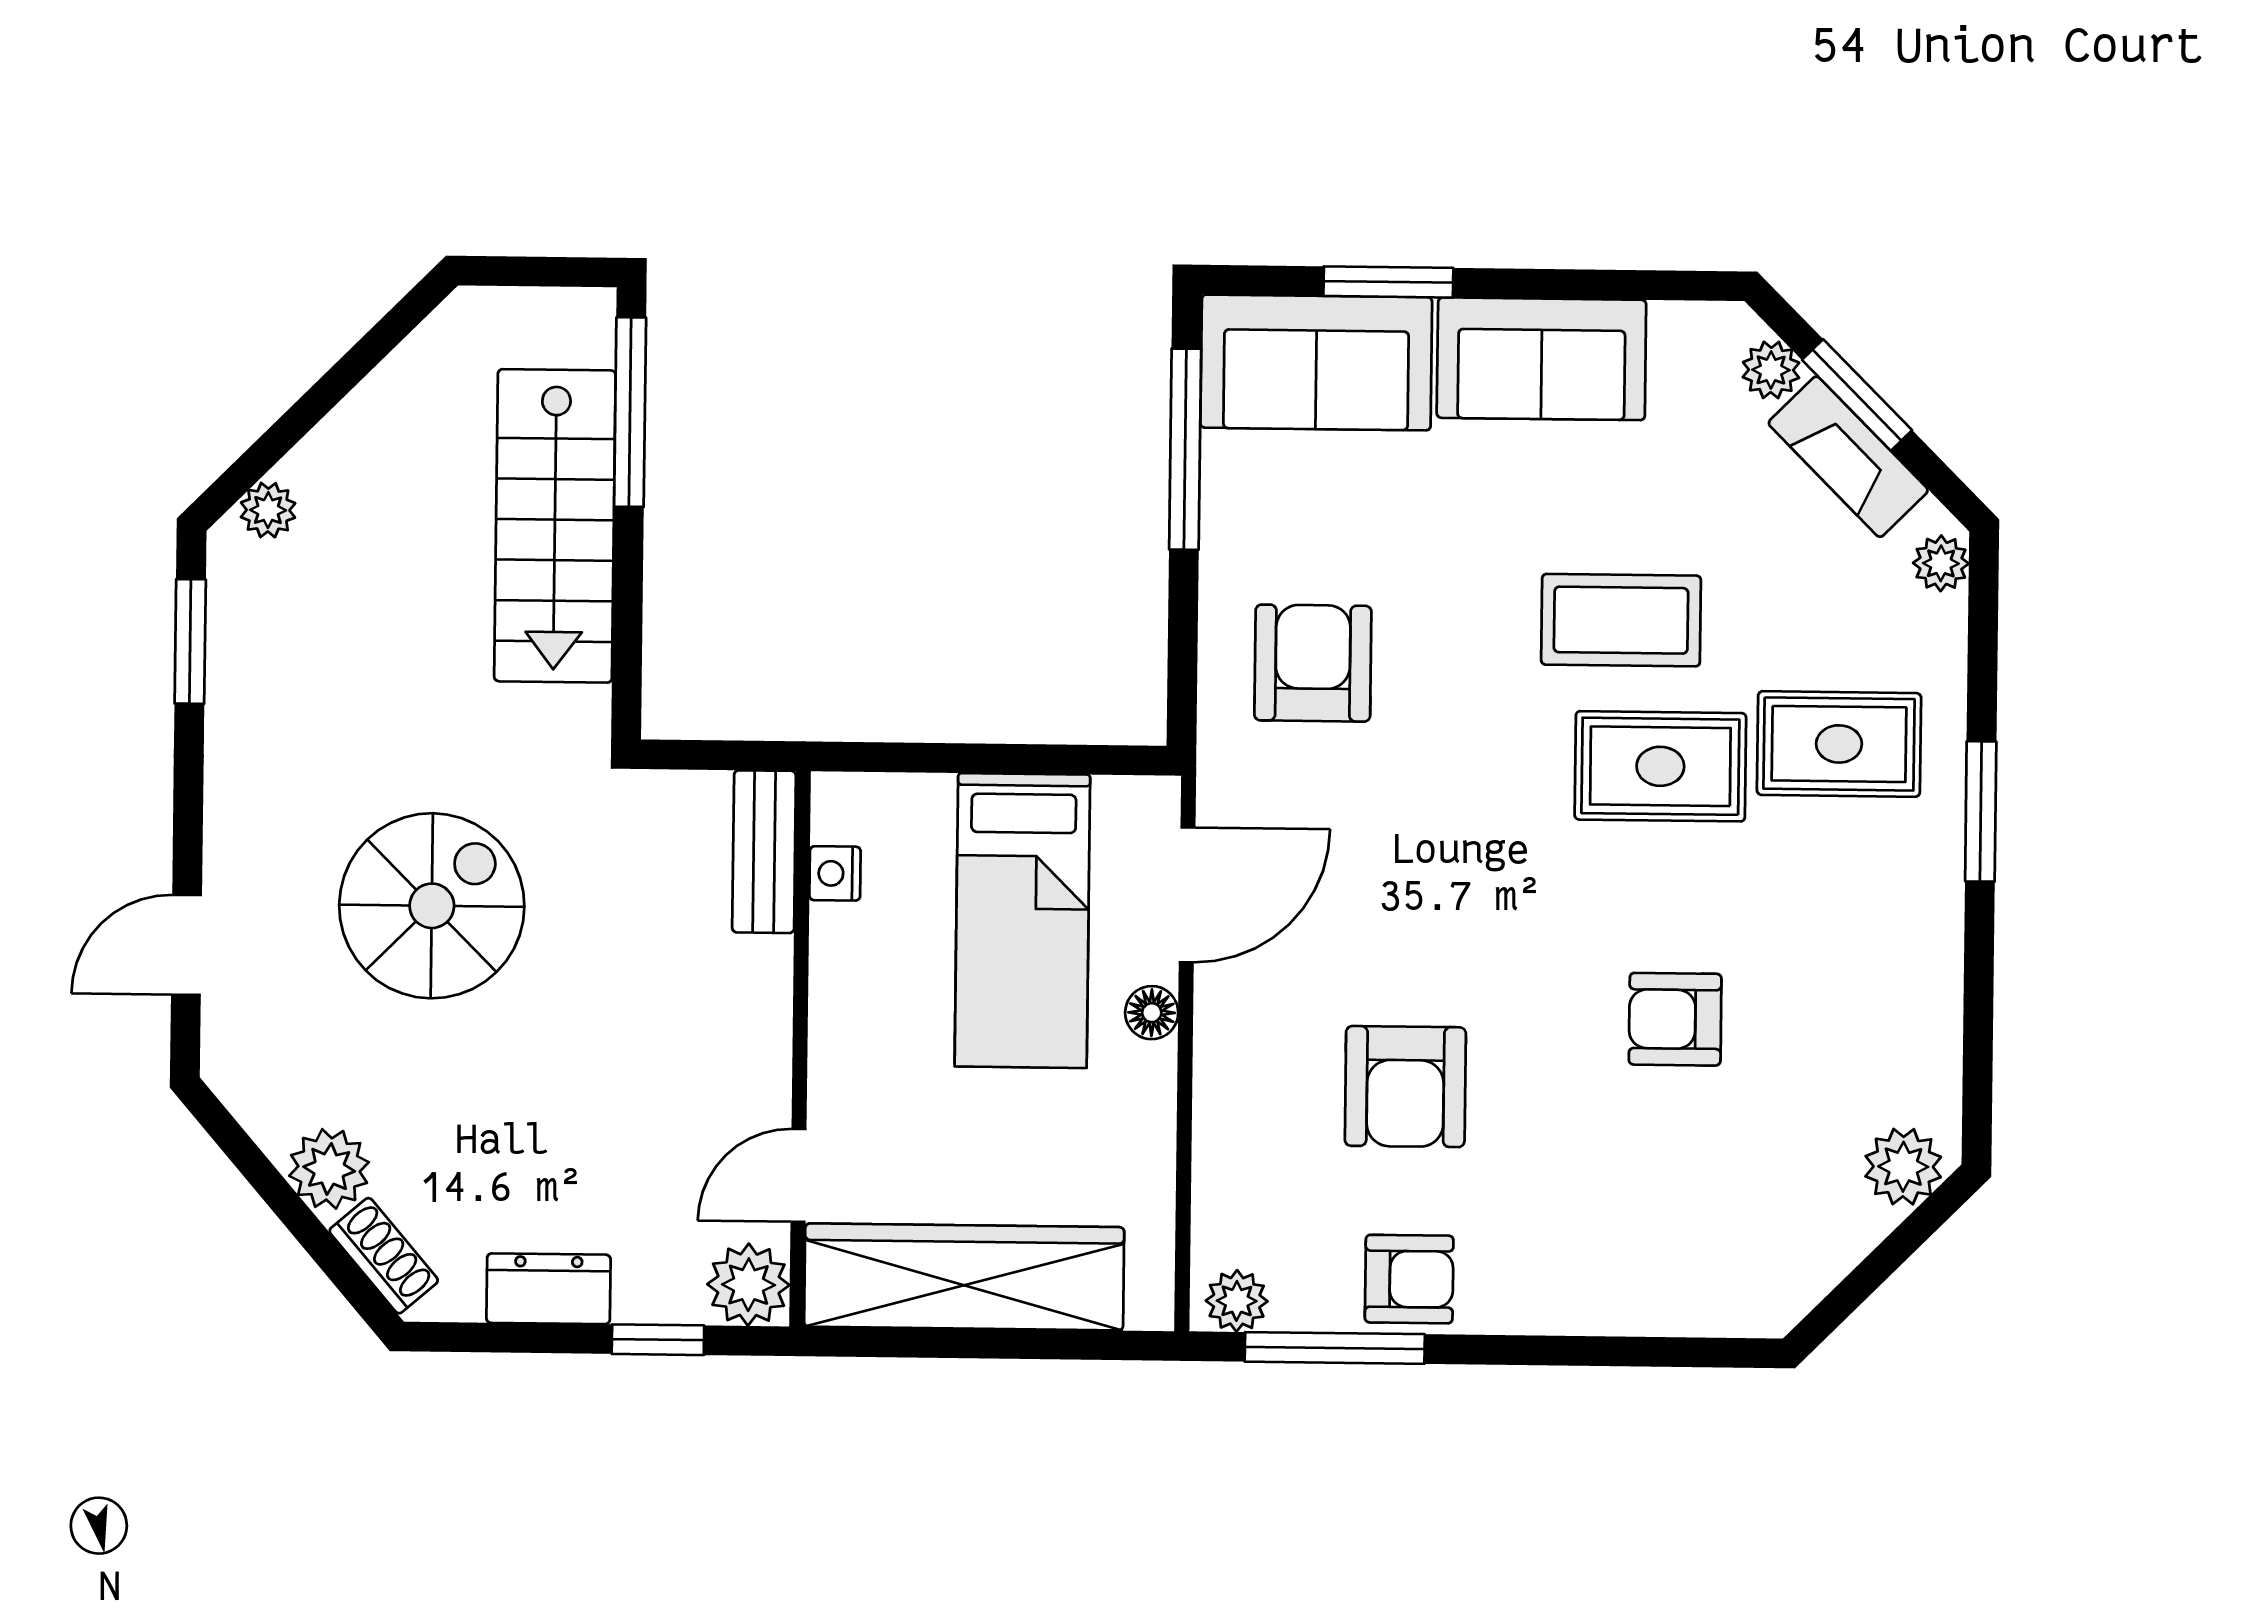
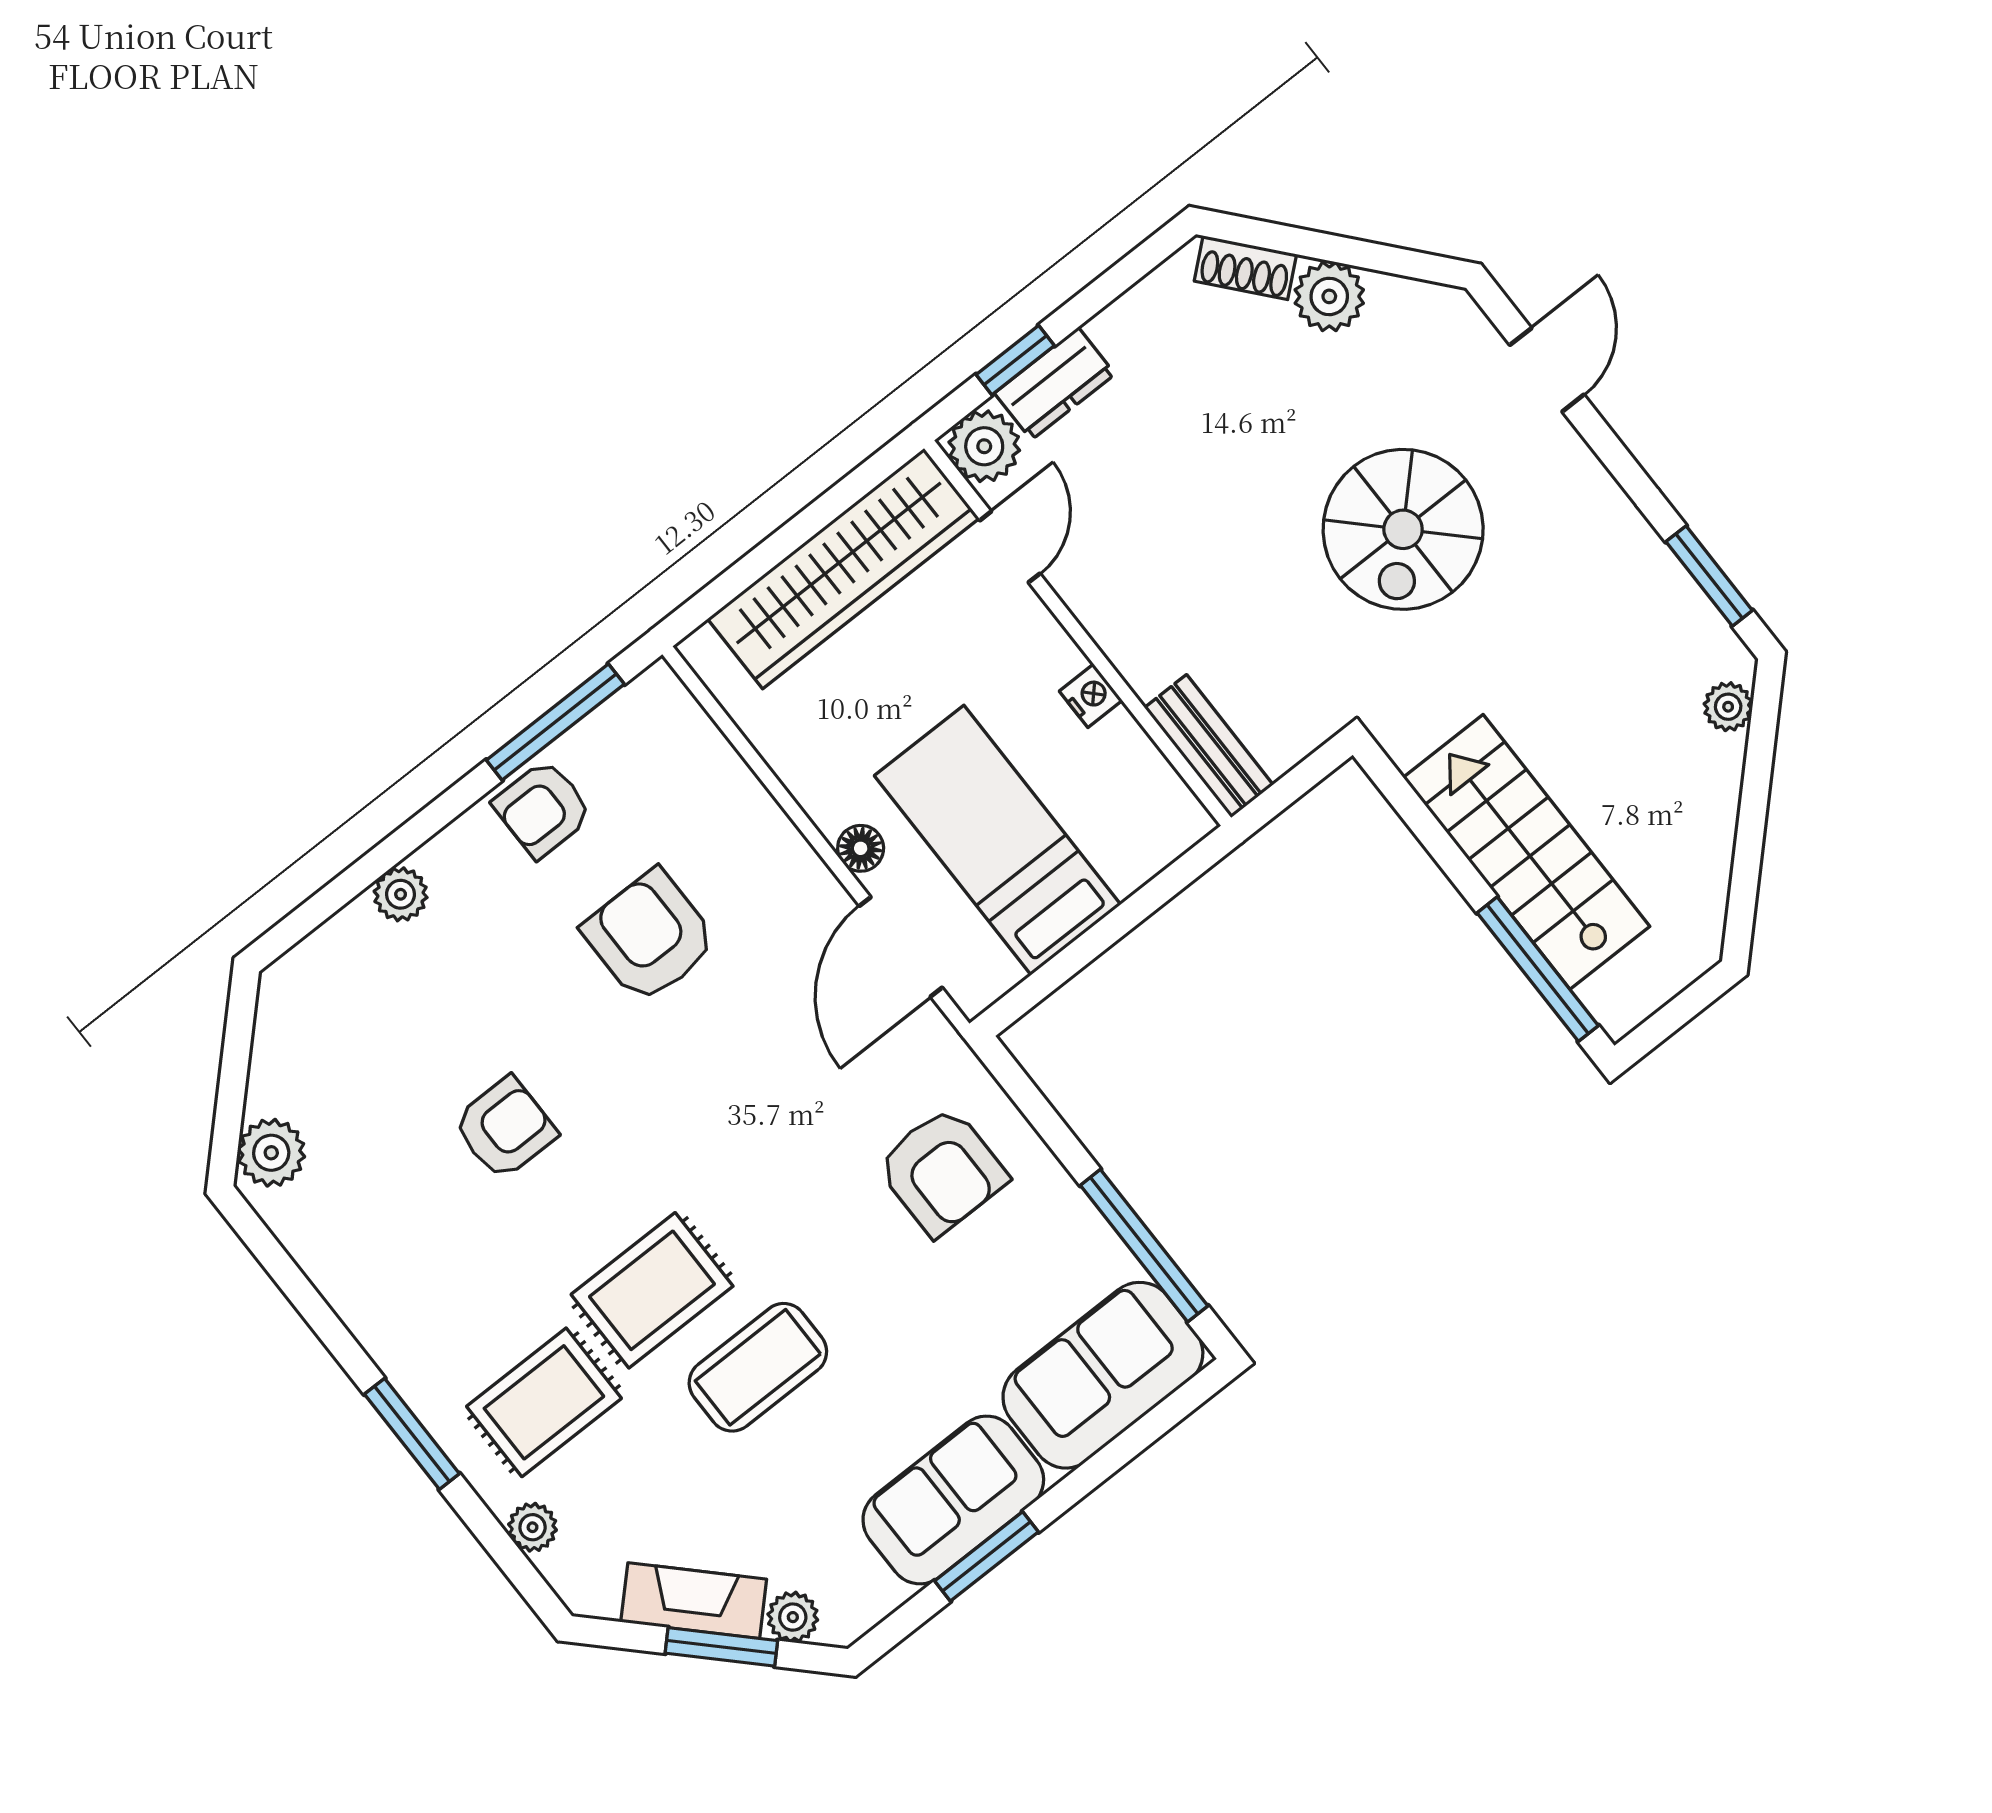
window: (1388, 282) -> (987, 1556), moved
plant: (1941, 563) -> (533, 1527), moved
nightstand: (835, 873) -> (1091, 696), moved
dresser: (548, 1289) -> (1055, 384), moved
plant: (1237, 1301) -> (401, 894), moved

